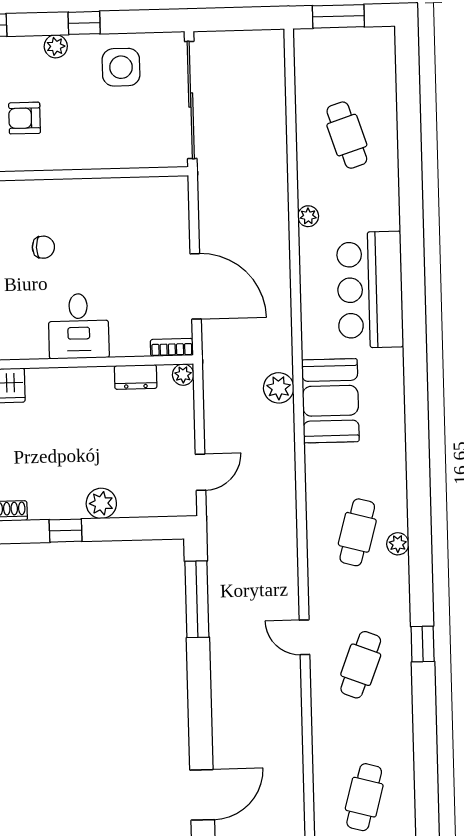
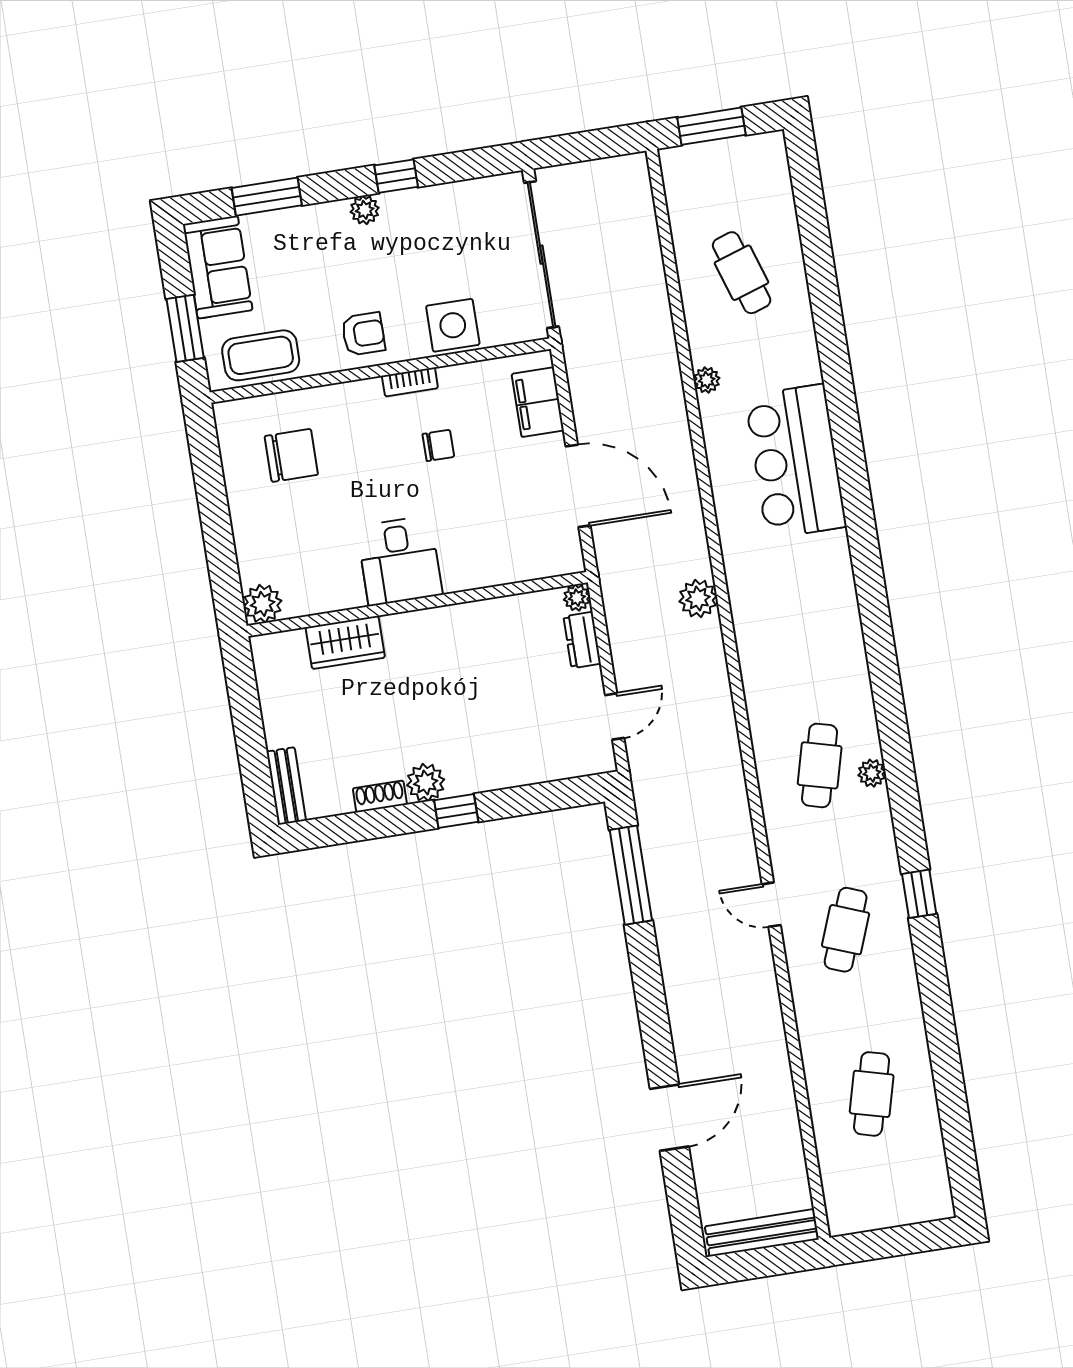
side table: (121, 67) -> (453, 325), moved
armchair: (25, 118) -> (363, 334), moved, turned 180
filing cabinet: (173, 216) -> (538, 402), added
chair: (43, 247) -> (438, 445), moved
desk: (79, 326) -> (400, 561), moved
bookcase: (172, 347) -> (410, 382), moved, turned 180
dresser: (136, 377) -> (582, 640), moved, turned 90
booth: (330, 401) -> (765, 606), removed
plant: (101, 503) -> (426, 782), moved

